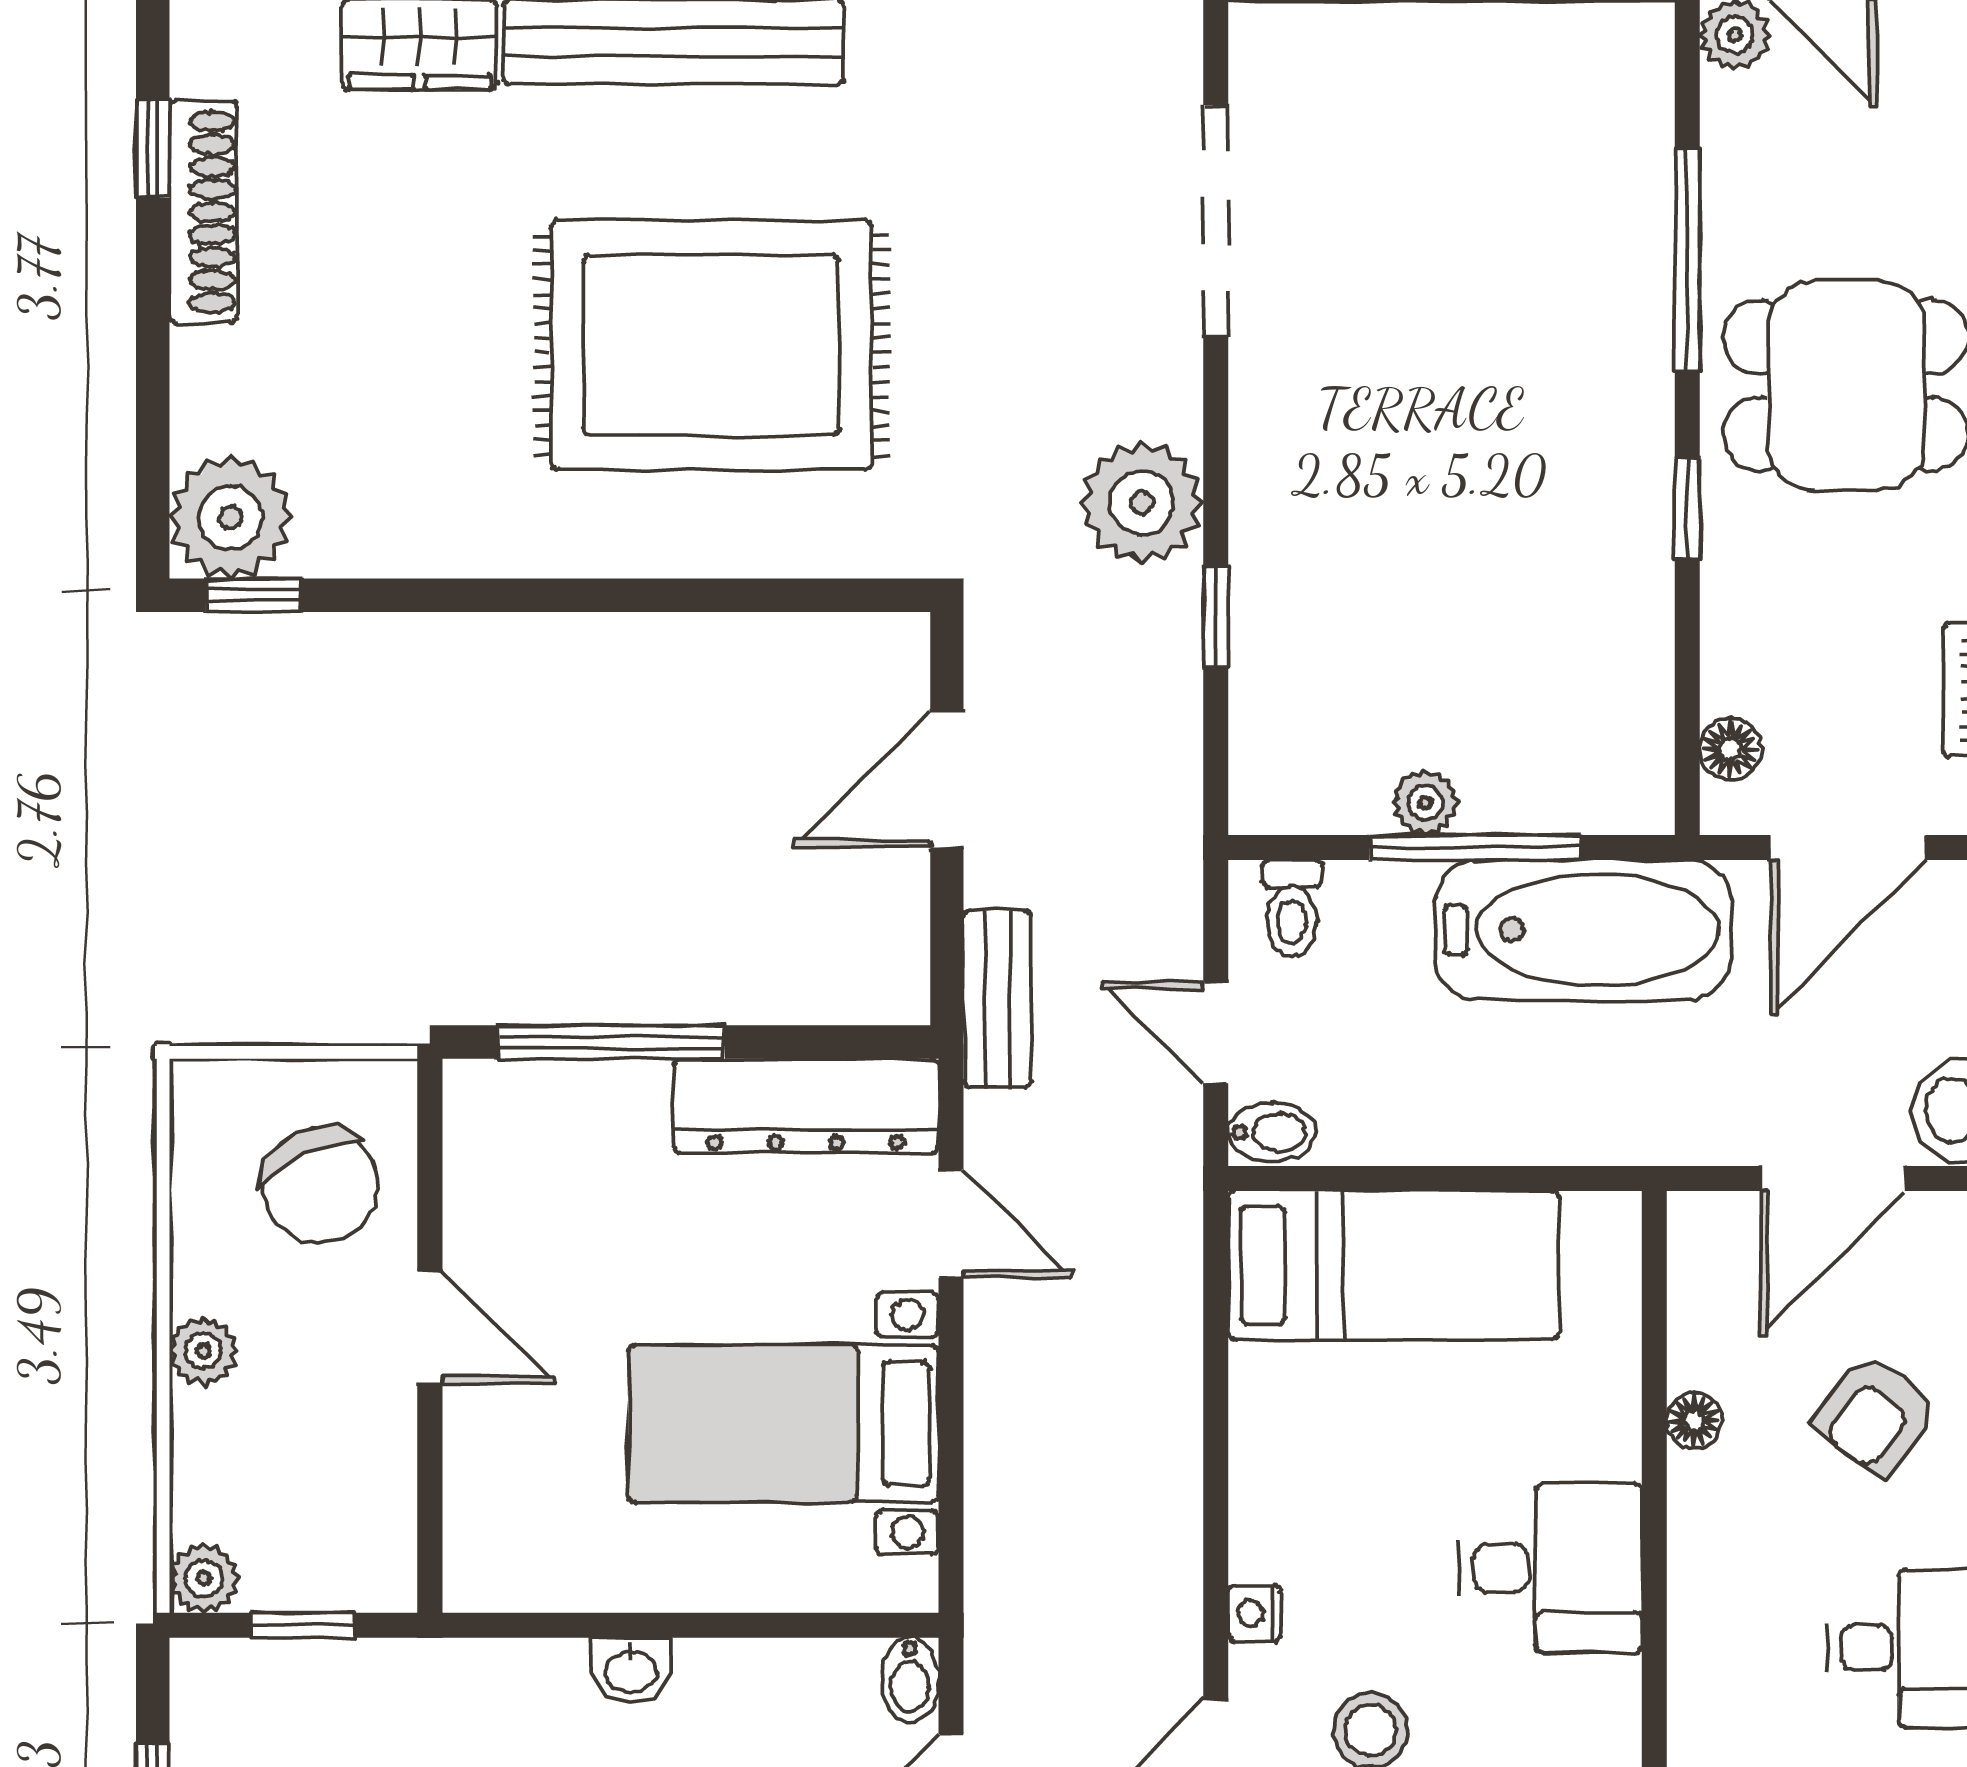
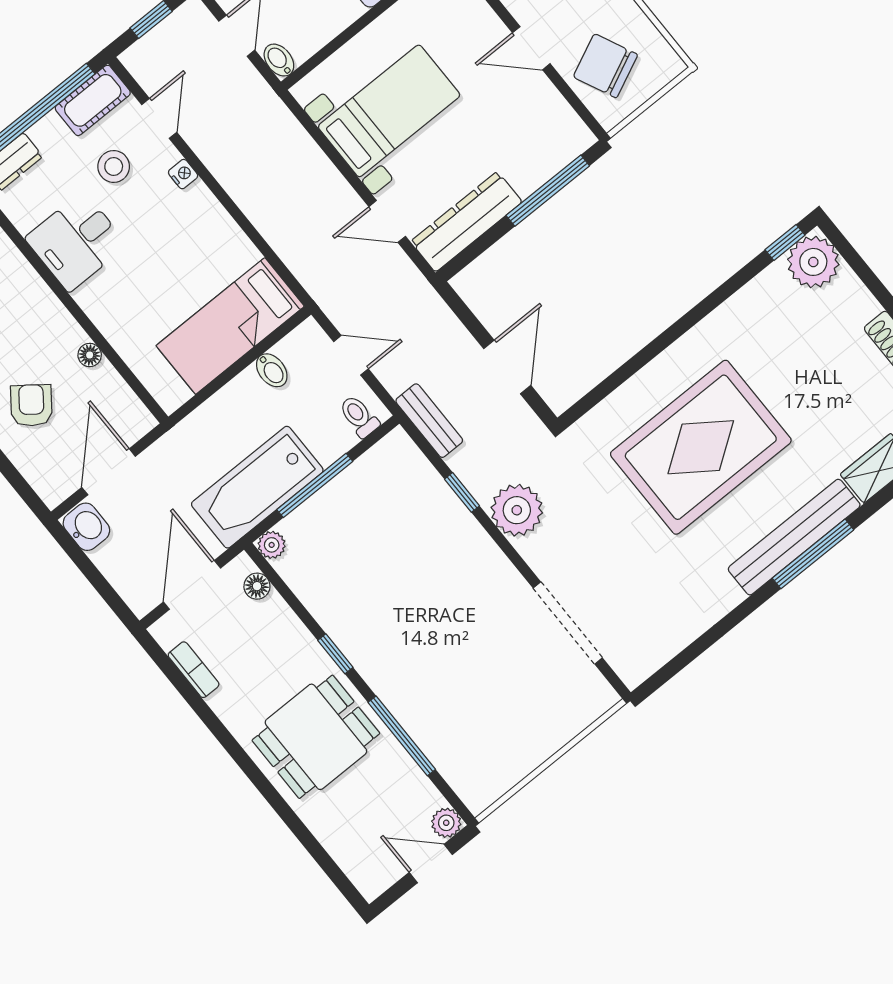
plant: (1425, 803) -> (272, 545), moved
bench: (997, 999) -> (429, 421), moved
bidet: (1272, 1132) -> (272, 370), moved, turned -90
desk: (1550, 1568) -> (76, 242), moved

